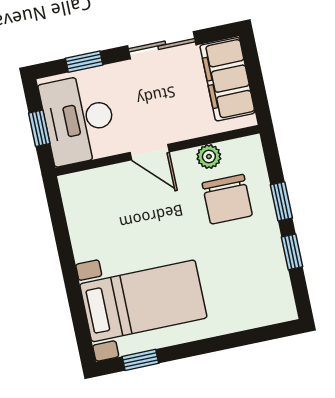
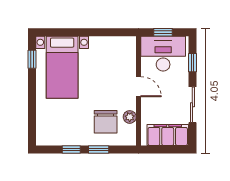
door: (150, 152) -> (138, 87), swing flipped
chair: (227, 199) -> (106, 122), turned -90

